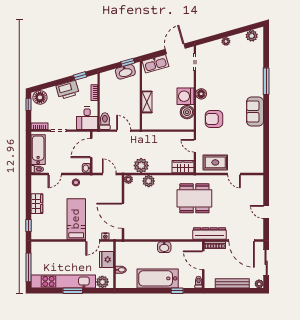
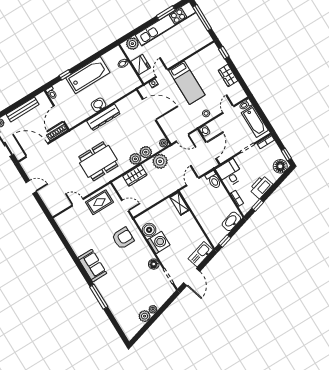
plant: (252, 36) -> (145, 316), moved
washbasin: (125, 72) -> (231, 221), moved
floor lamp: (201, 94) -> (154, 264), moved
shelving: (147, 102) -> (179, 204), moved
door: (124, 131) -> (193, 182), swing flipped
wardrobe: (183, 167) -> (135, 176), moved
plant: (161, 181) -> (135, 159), added
dresser: (210, 234) -> (104, 117), moved
door: (203, 260) -> (59, 114), swing flipped
window: (73, 291) -> (166, 13), moved

